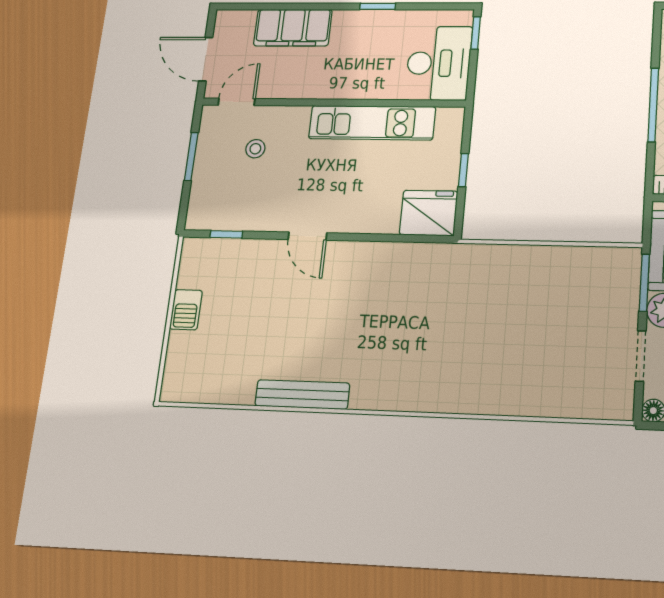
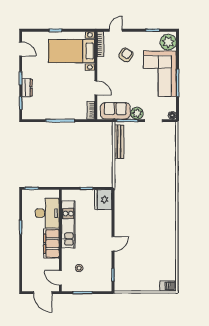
filing cabinet: (293, 28) -> (51, 244), moved, turned 180
door: (206, 59) -> (43, 293), hinge flipped
desk: (439, 63) -> (47, 213), moved, turned 90
barbecue: (186, 310) -> (167, 286), moved
bench: (302, 394) -> (119, 142), moved

